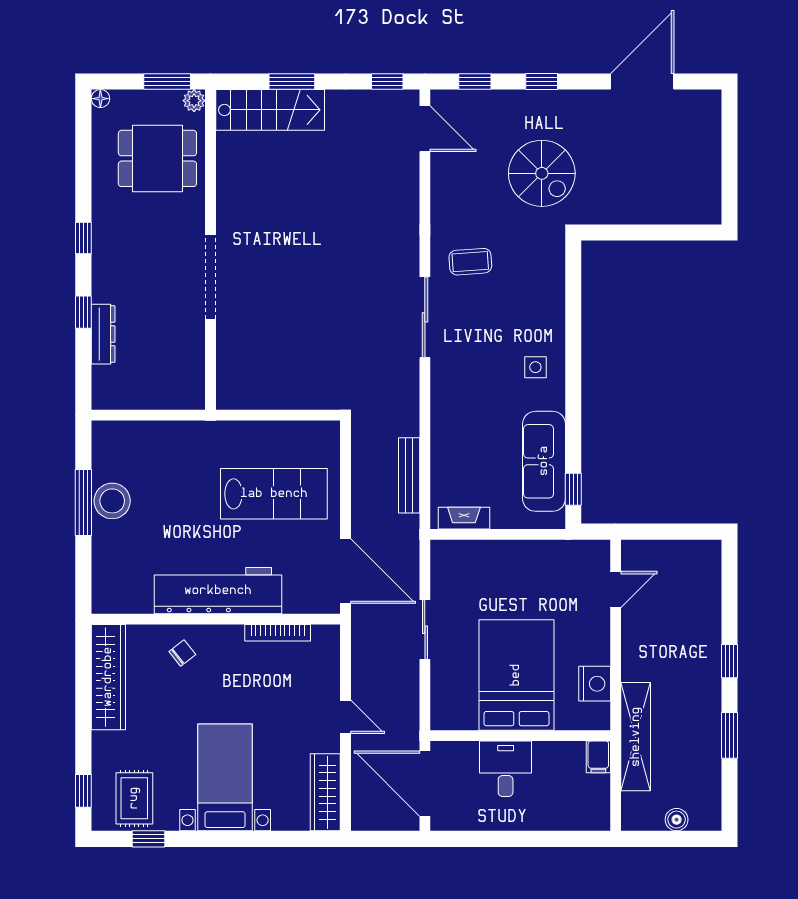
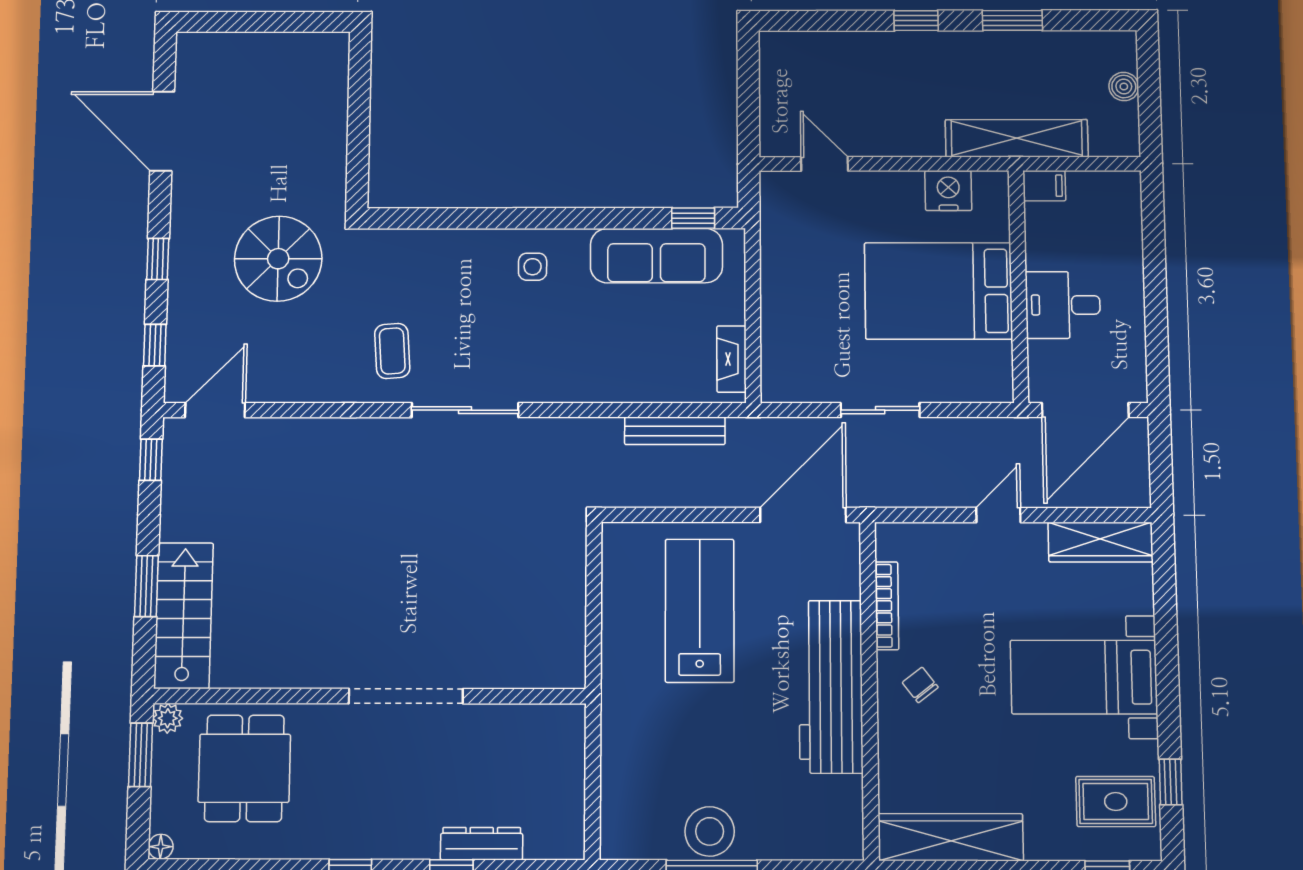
spiral stairs: (542, 173) -> (278, 259), turned 90
chair: (182, 653) -> (920, 685), moved

